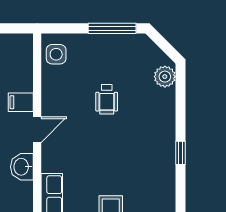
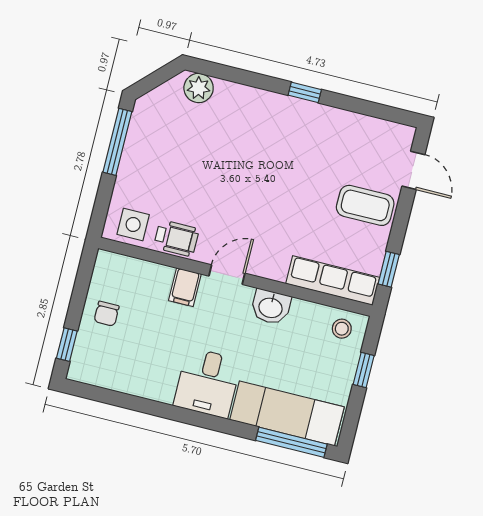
wheelchair: (107, 99) -> (176, 238), moved
door: (37, 130) -> (227, 275), hinge flipped

